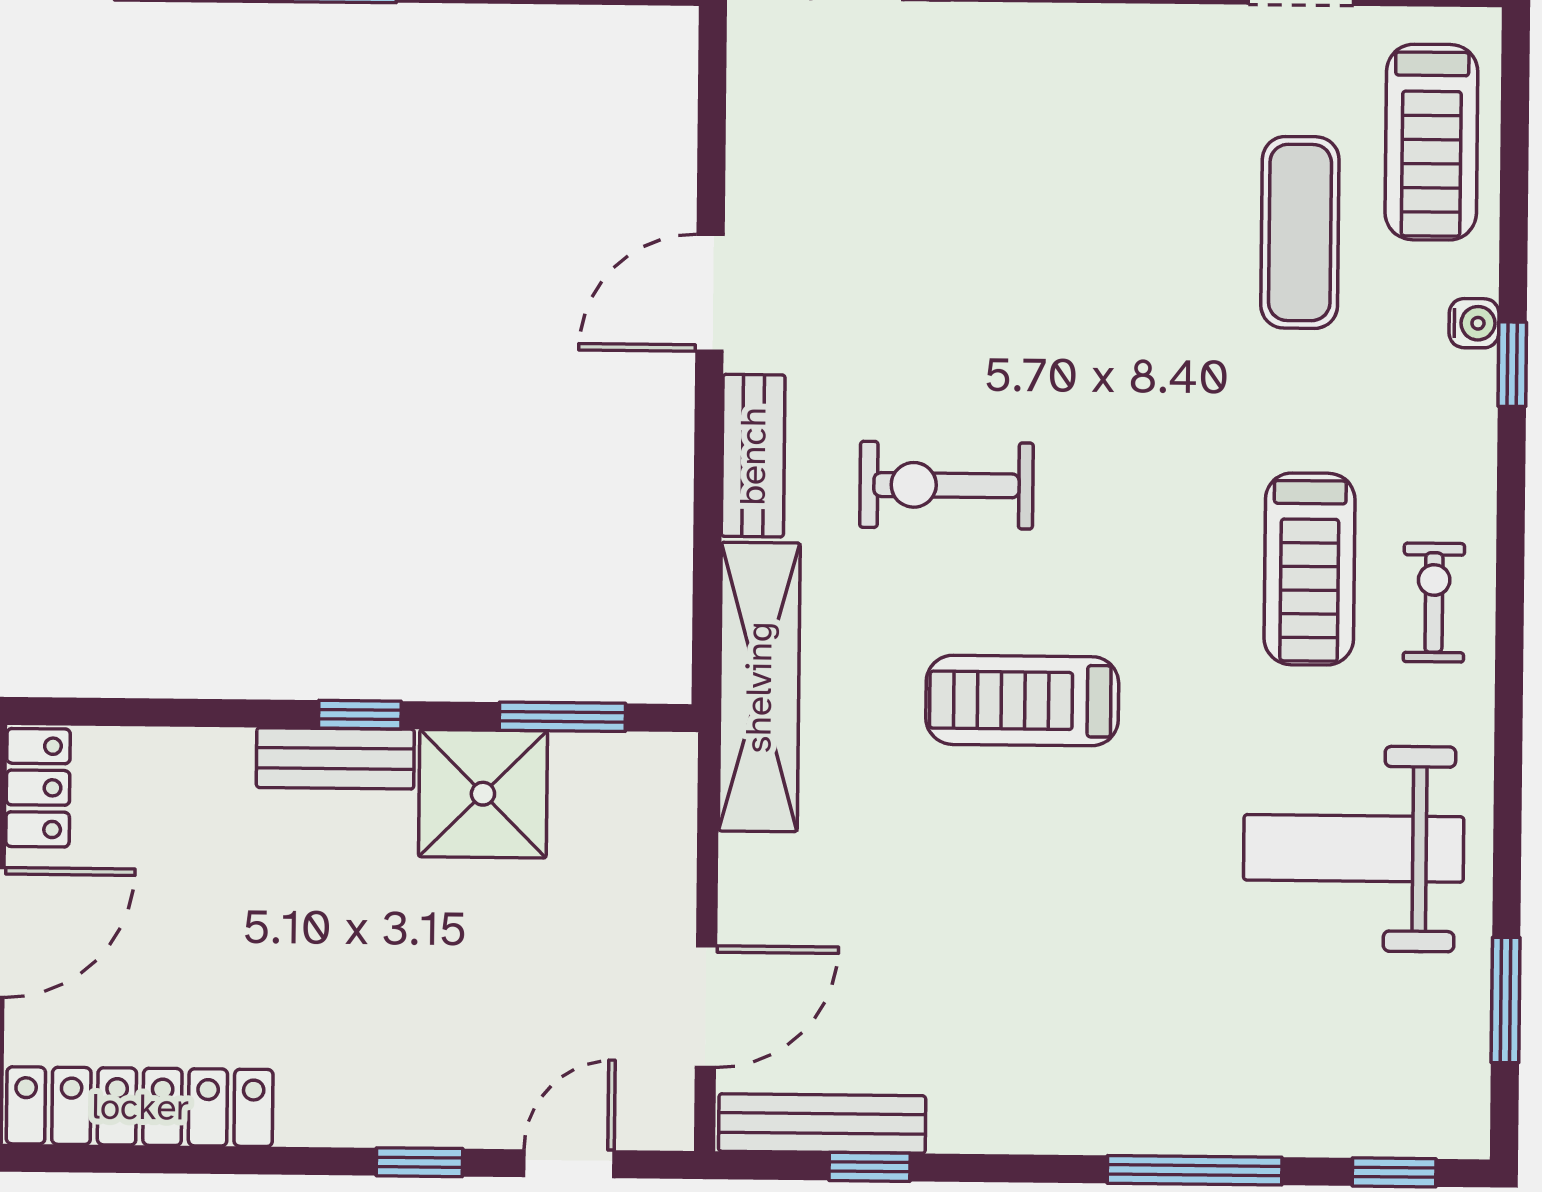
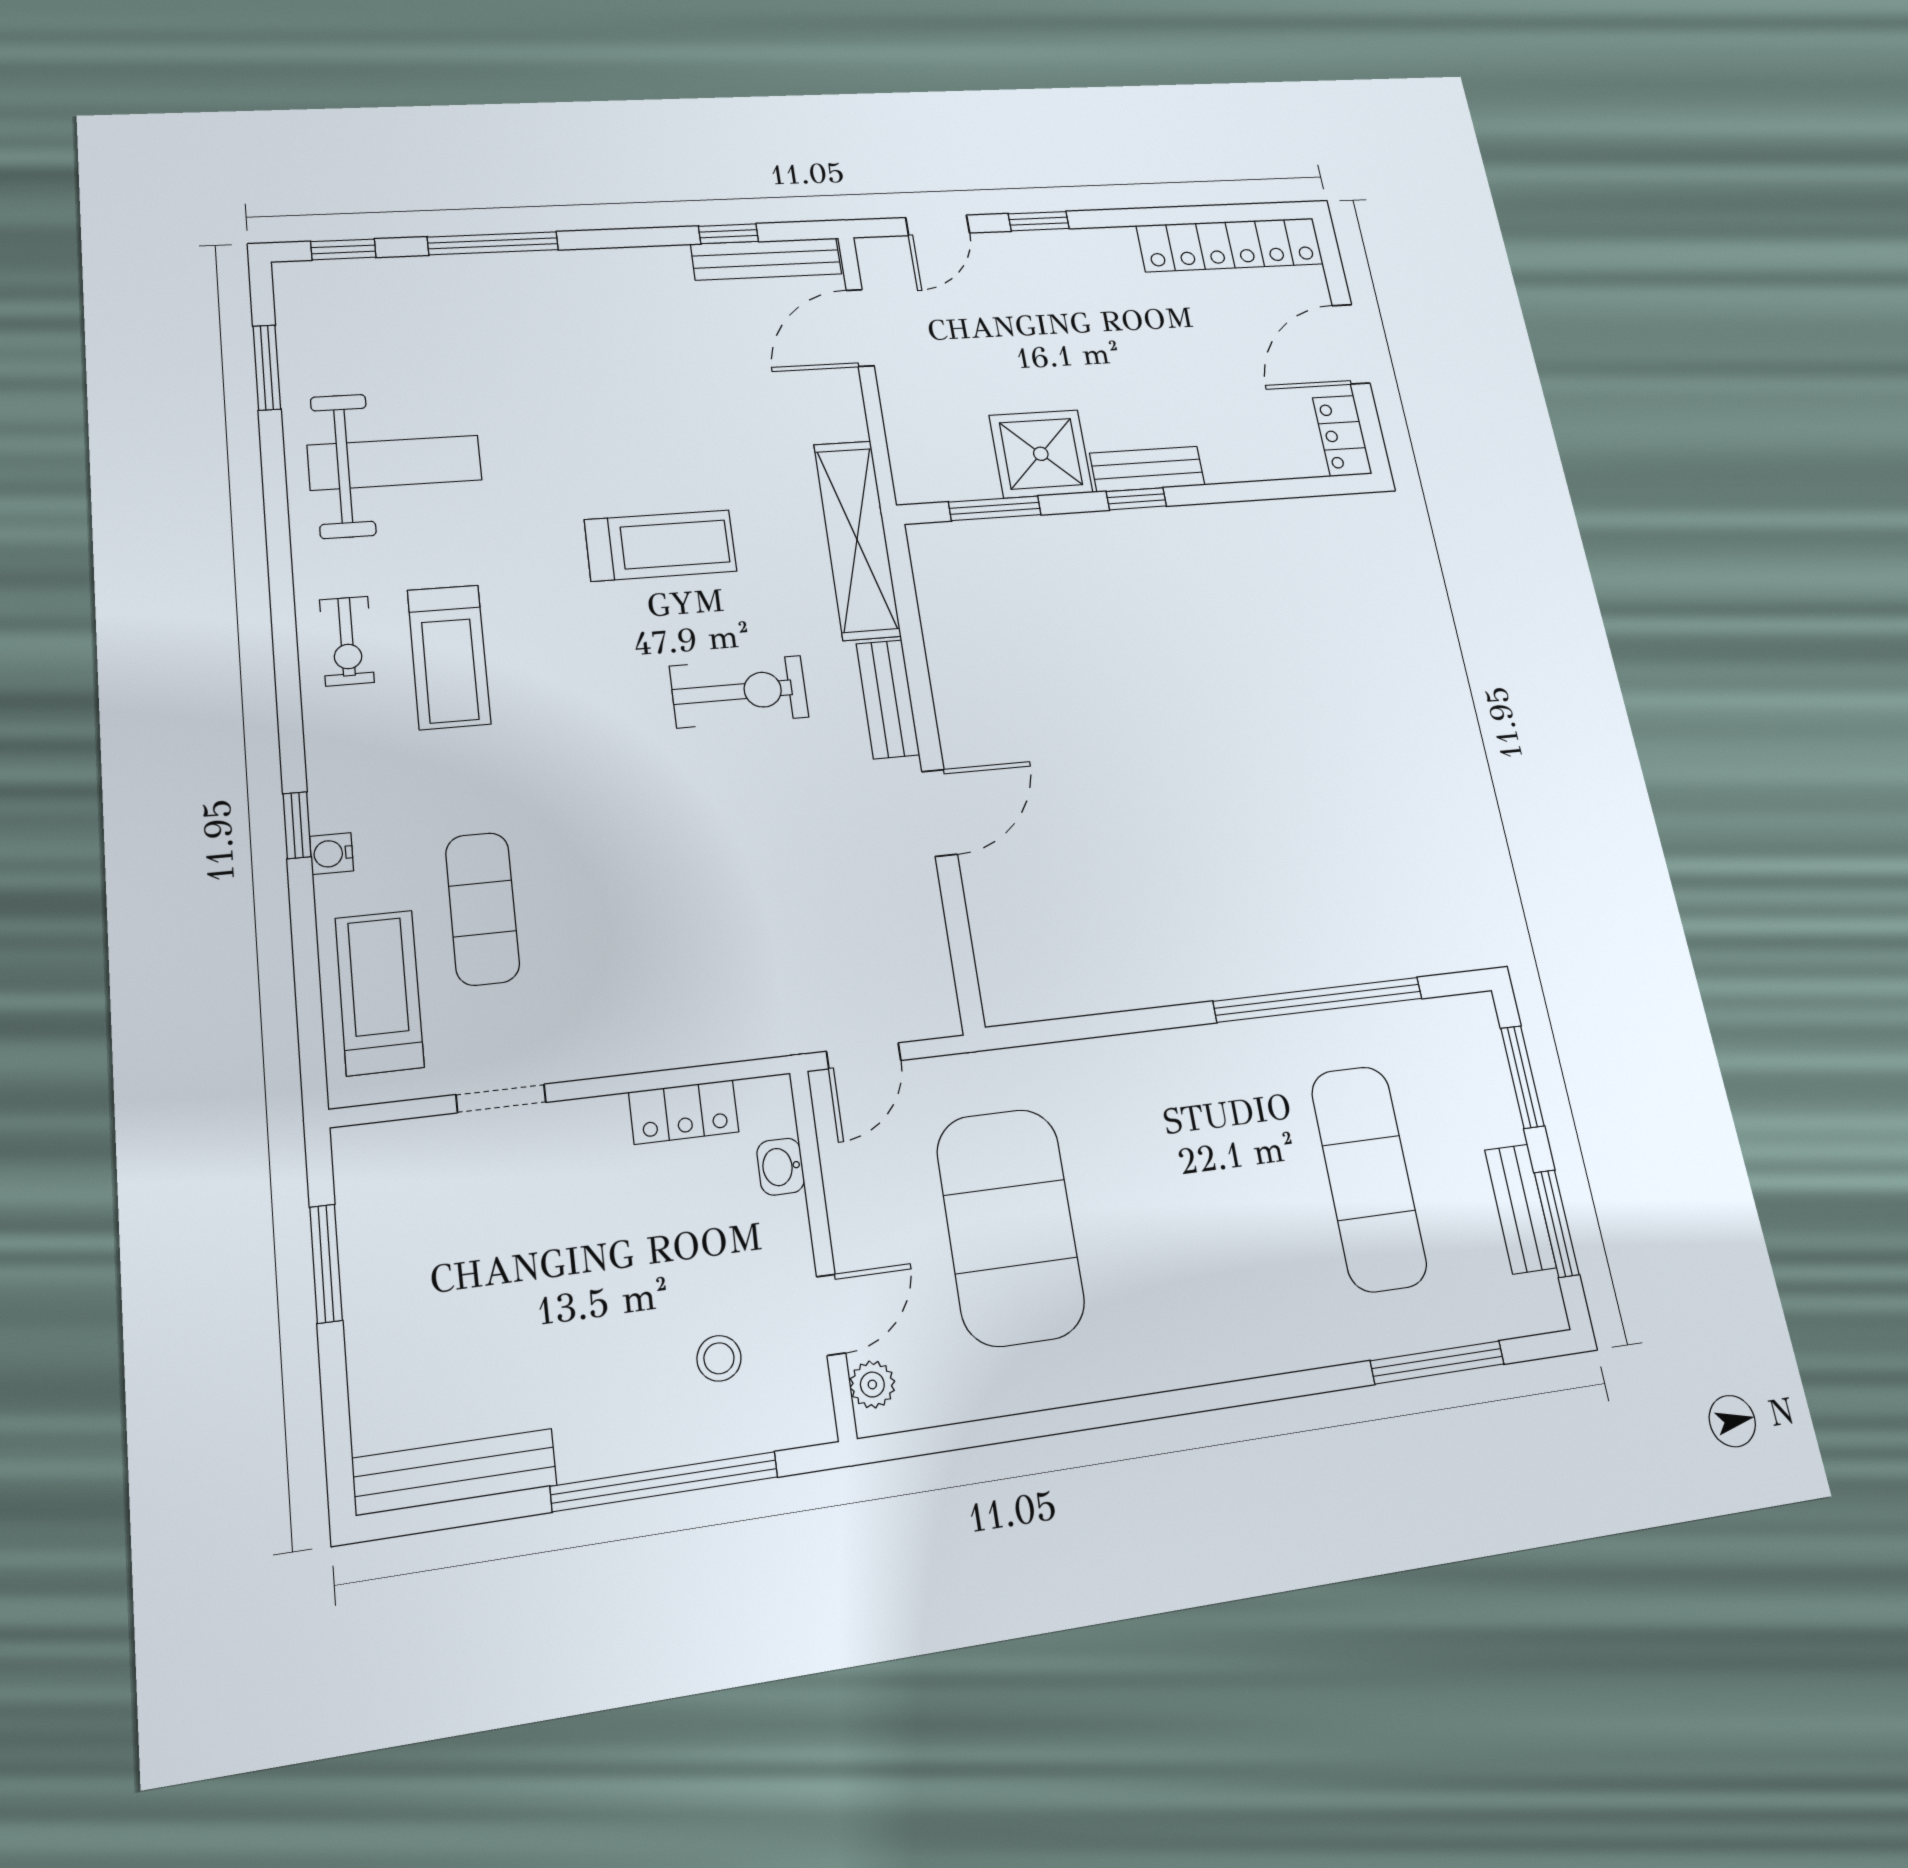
treadmill: (1310, 569) -> (449, 657), turned 180

